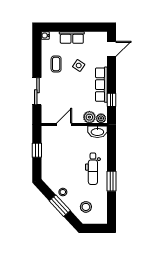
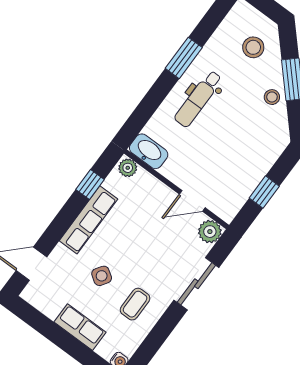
plant: (89, 117) -> (210, 232), moved
dental chair: (93, 169) -> (198, 99), turned 180

